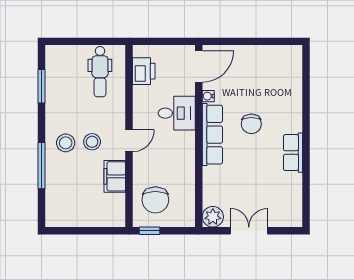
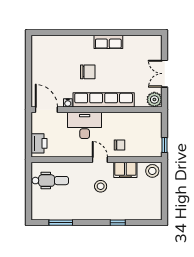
printer: (144, 71) -> (39, 143), moved, turned 90
desk: (177, 113) -> (85, 125), width x1.37
row of seats: (212, 135) -> (104, 100), width x1.36
stool: (66, 143) -> (152, 171), moved
window: (41, 166) -> (118, 223), width x0.46
chair: (155, 200) -> (119, 145), moved, width x0.54, depth x0.54

